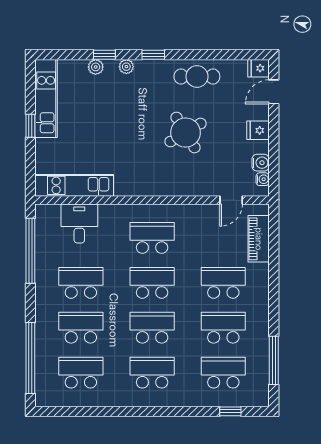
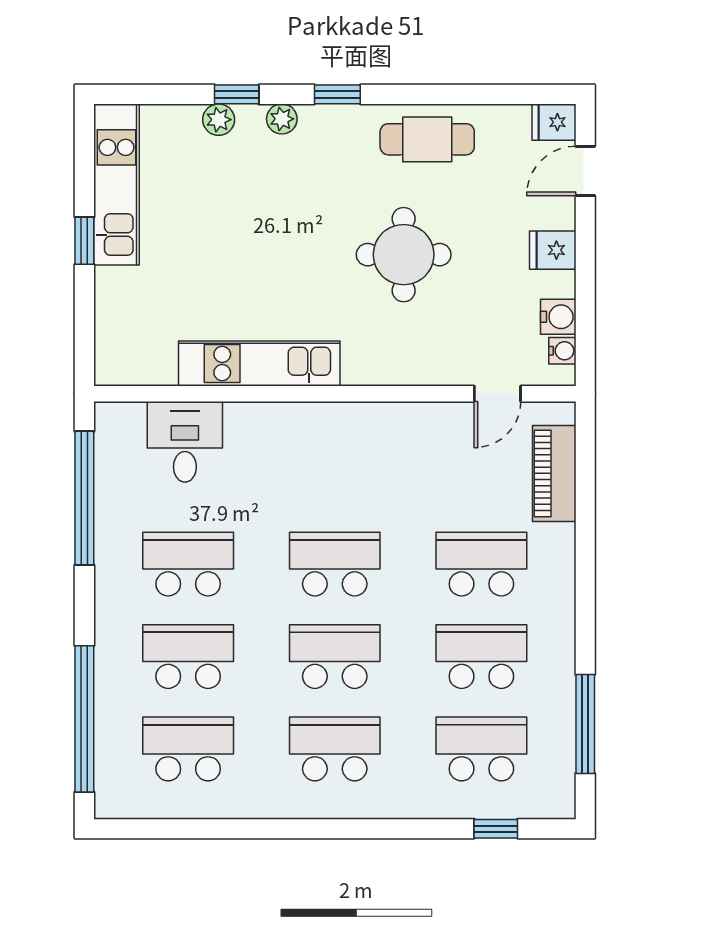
round table: (186, 133) -> (404, 255), turned 31
kitchen unit: (74, 185) -> (259, 363), moved
school desk: (152, 238) -> (335, 472), removed

